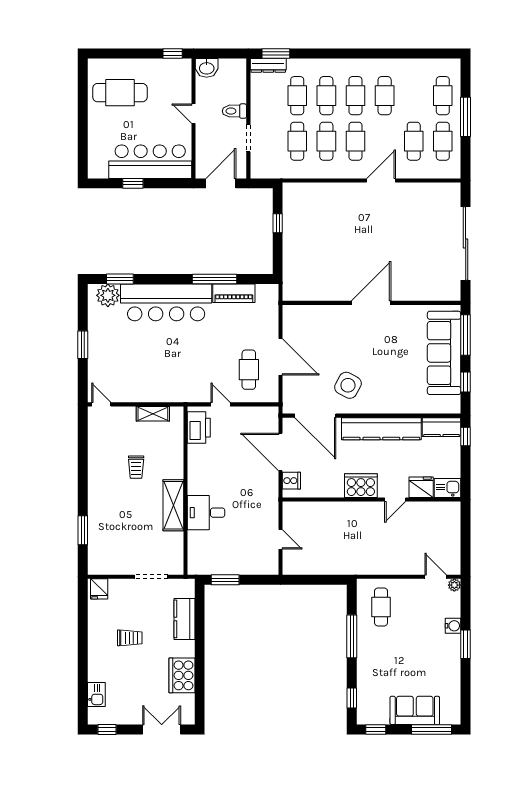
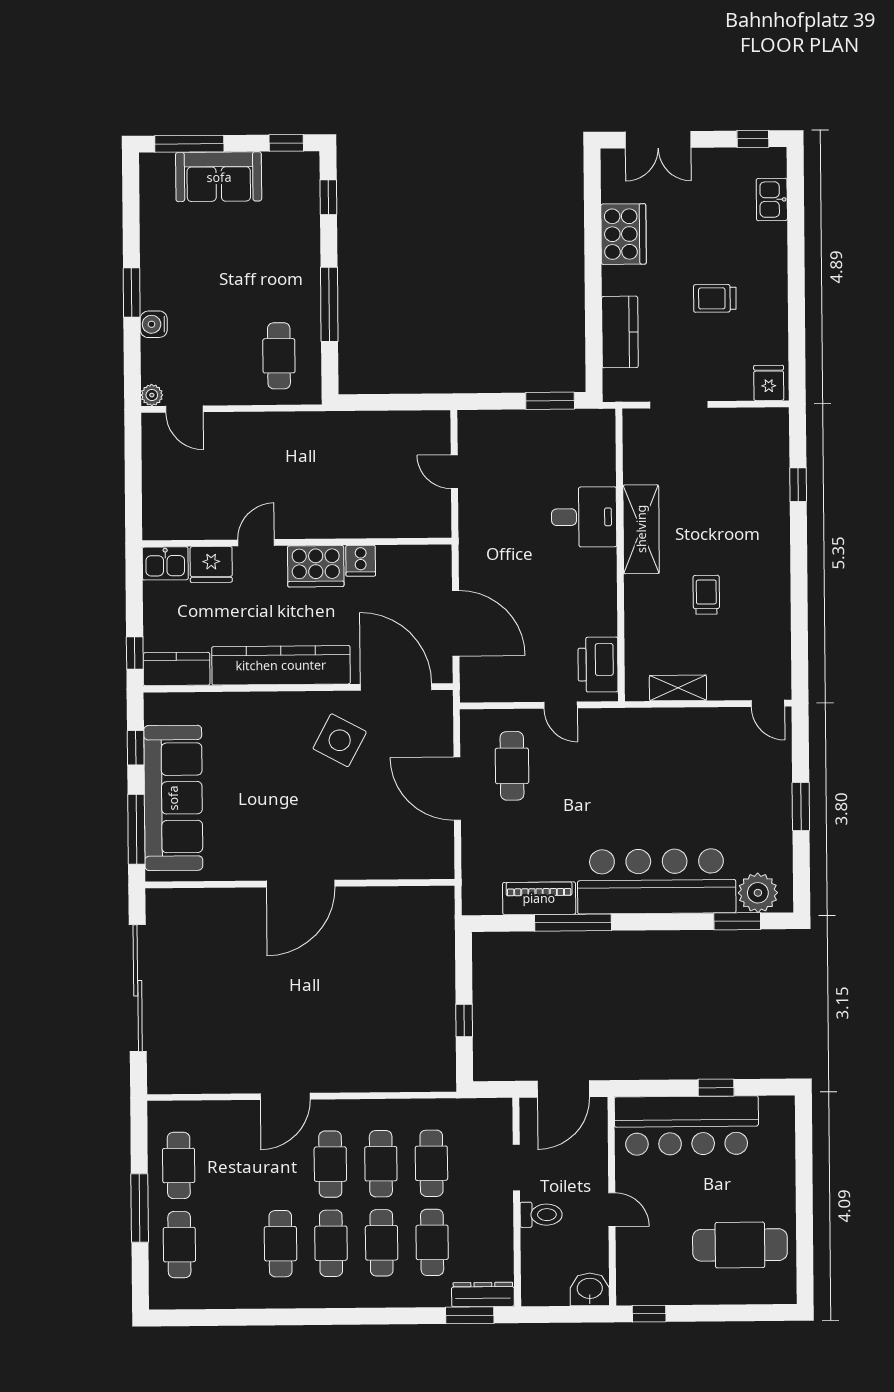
cafe table: (414, 141) -> (229, 1165), removed
cooker: (291, 481) -> (361, 561), moved, turned -90
window: (83, 530) -> (798, 485), width x0.67

